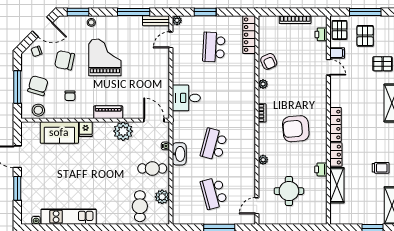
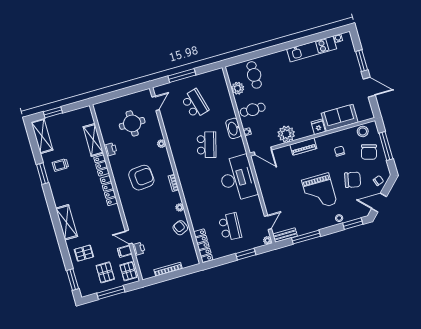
printer: (321, 34) -> (139, 249), moved
desk: (186, 98) -> (237, 178), width x1.87, depth x1.30

